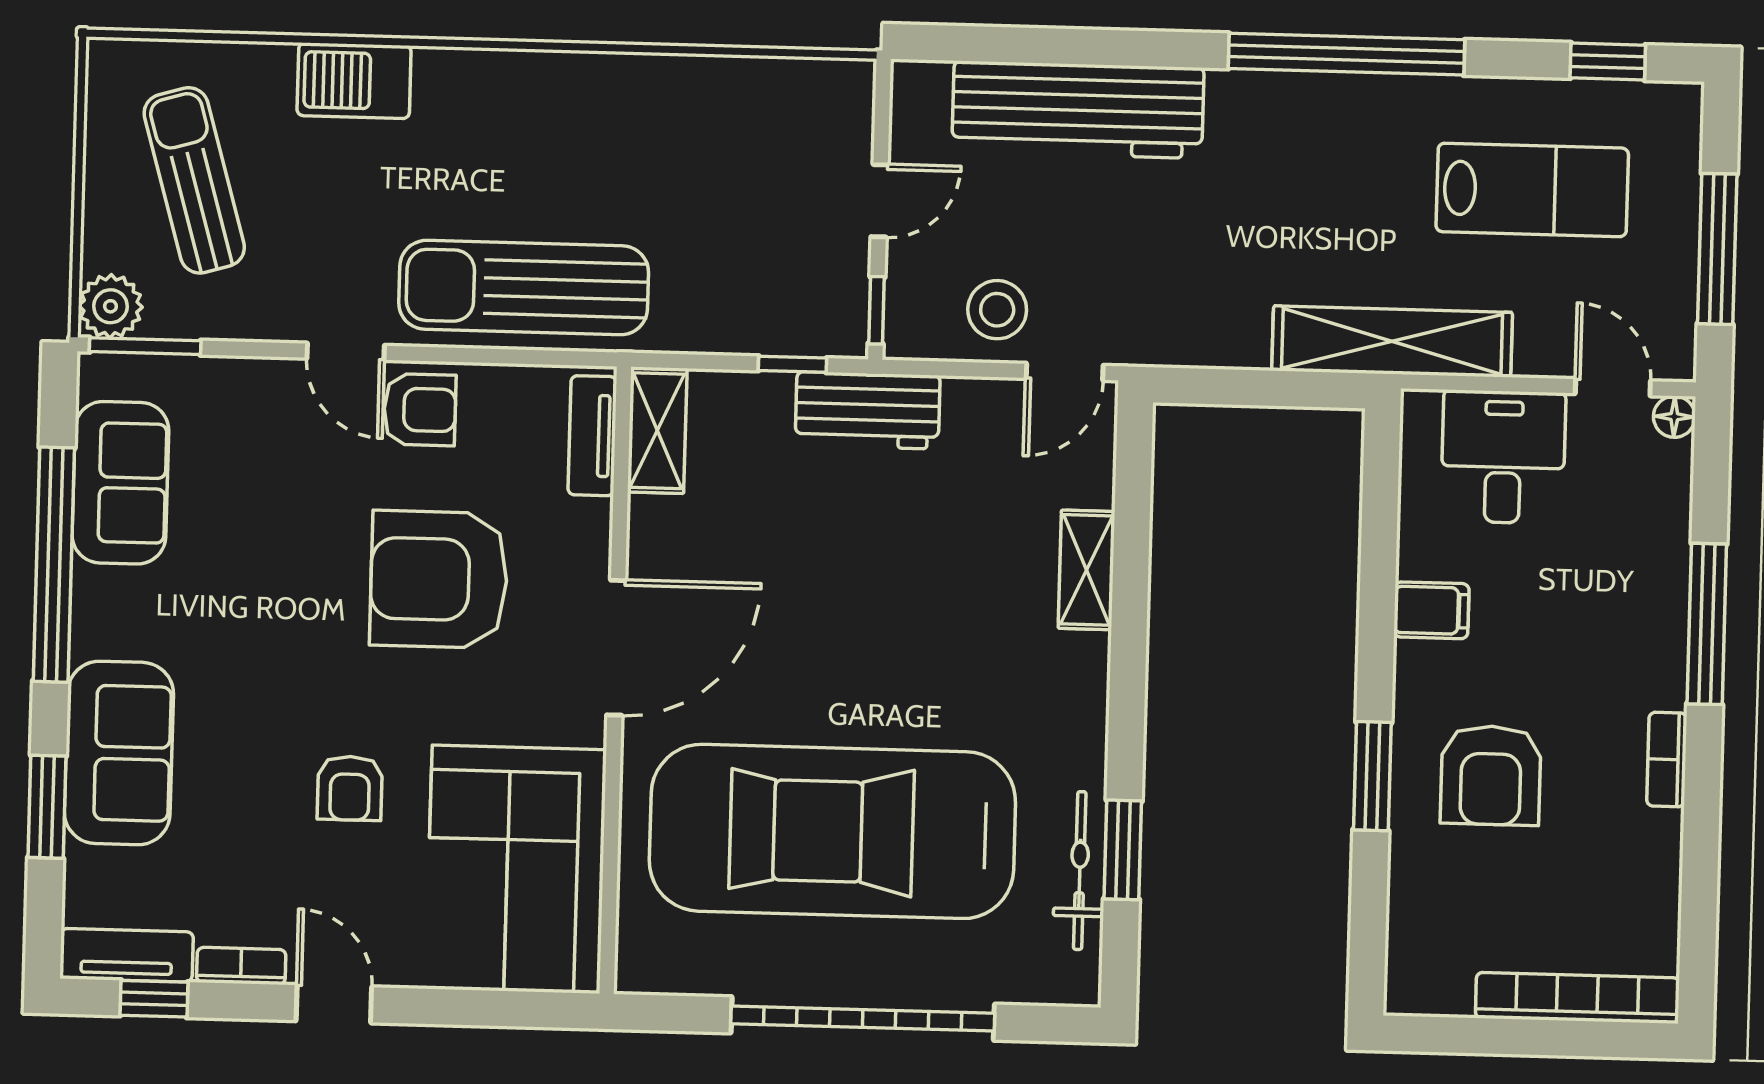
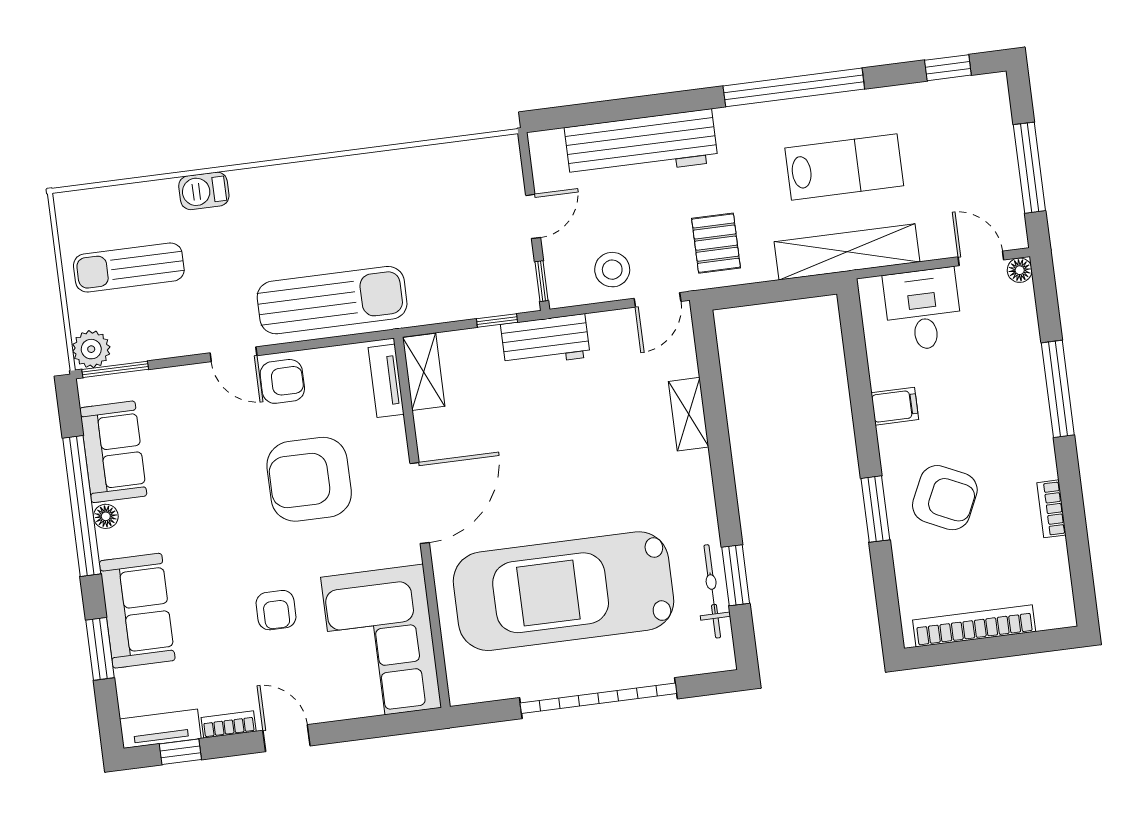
barbecue: (354, 81) -> (204, 191), width x0.73, depth x0.79
sun lounger: (194, 180) -> (129, 268), turned -74
lab bench: (1532, 190) -> (844, 167), moved
sun lounger: (524, 288) -> (332, 300), turned 180
pallet: (1177, 293) -> (716, 243), added
floor lamp: (91, 588) -> (106, 516), added
bookcase: (1667, 759) -> (1051, 509), moved
armchair: (1491, 775) -> (945, 498), turned -65
bookcase: (1577, 998) -> (974, 626), moved

